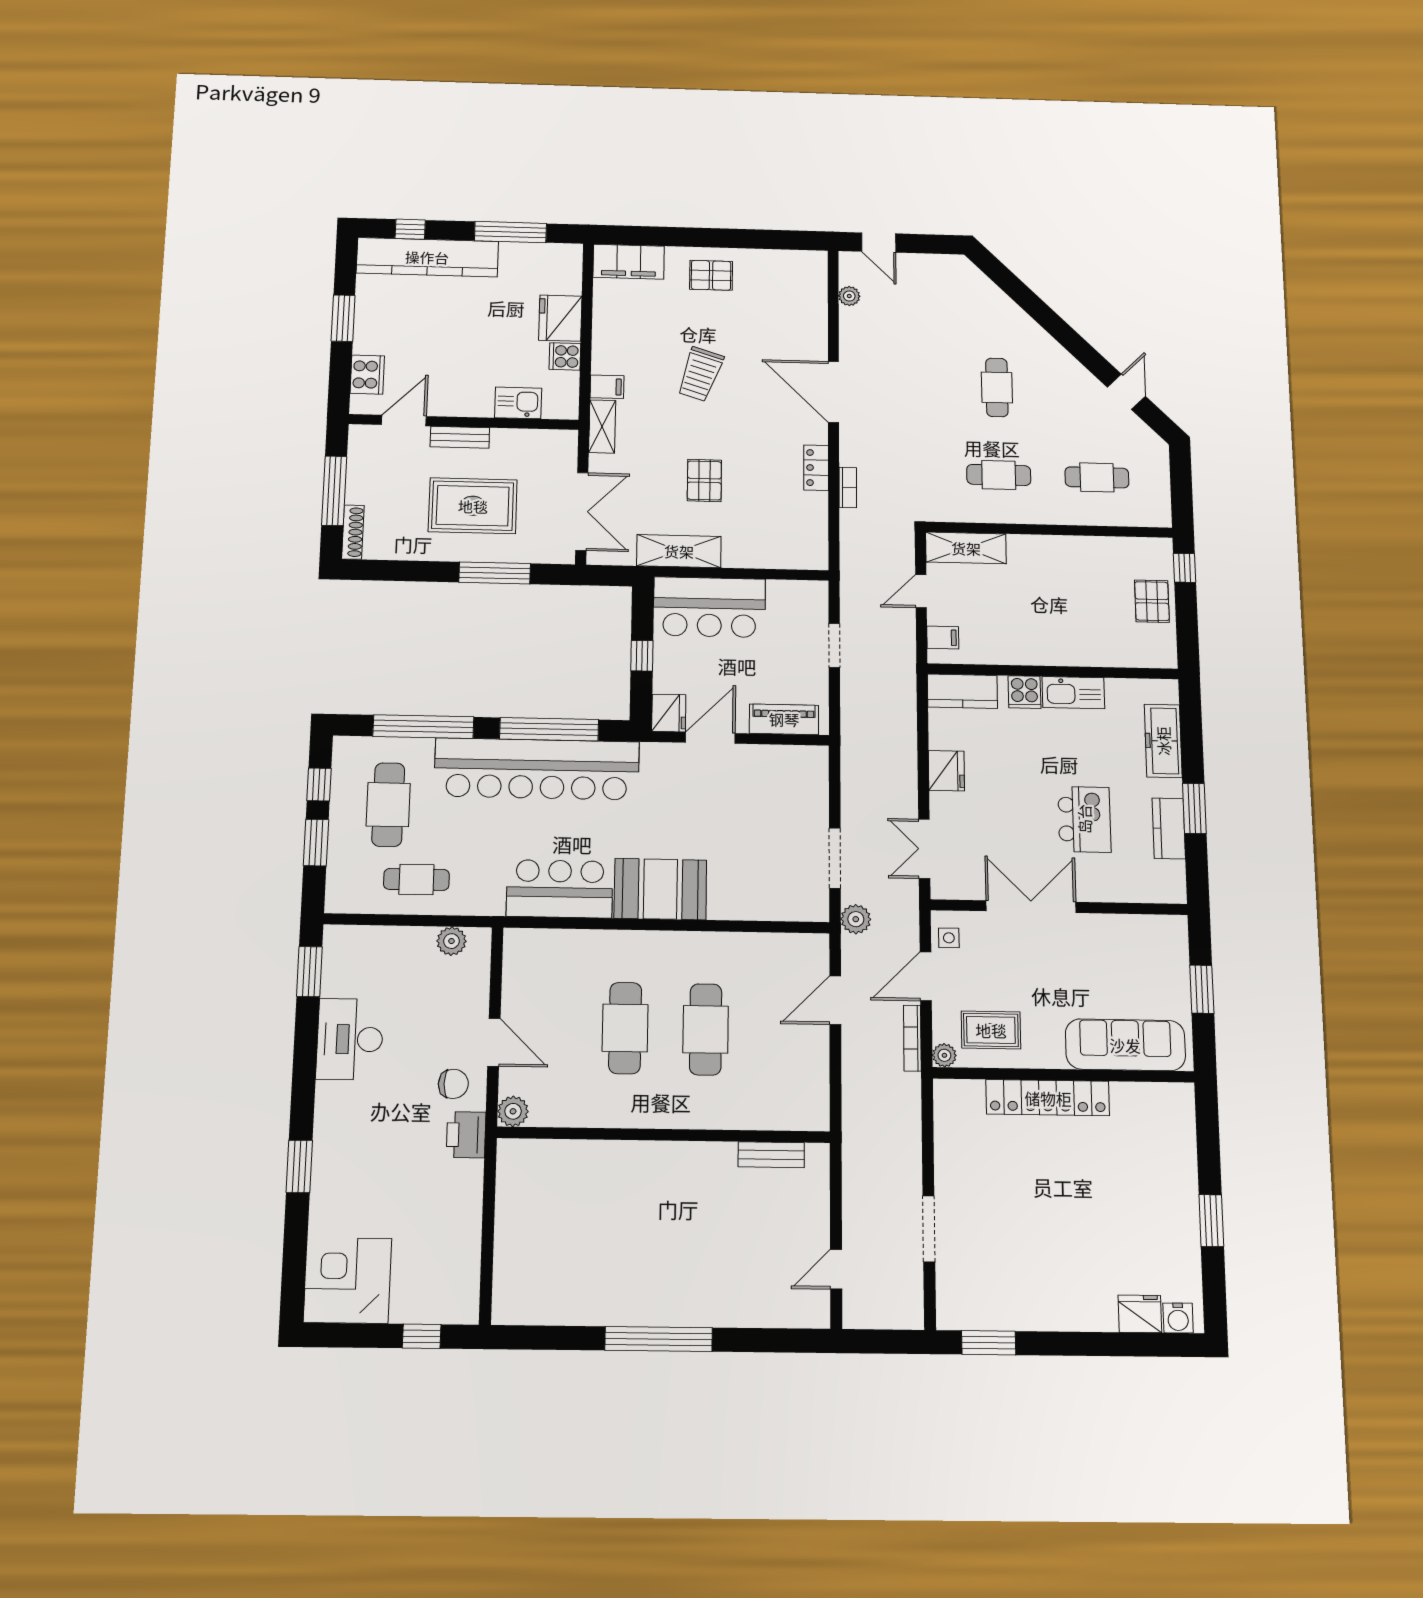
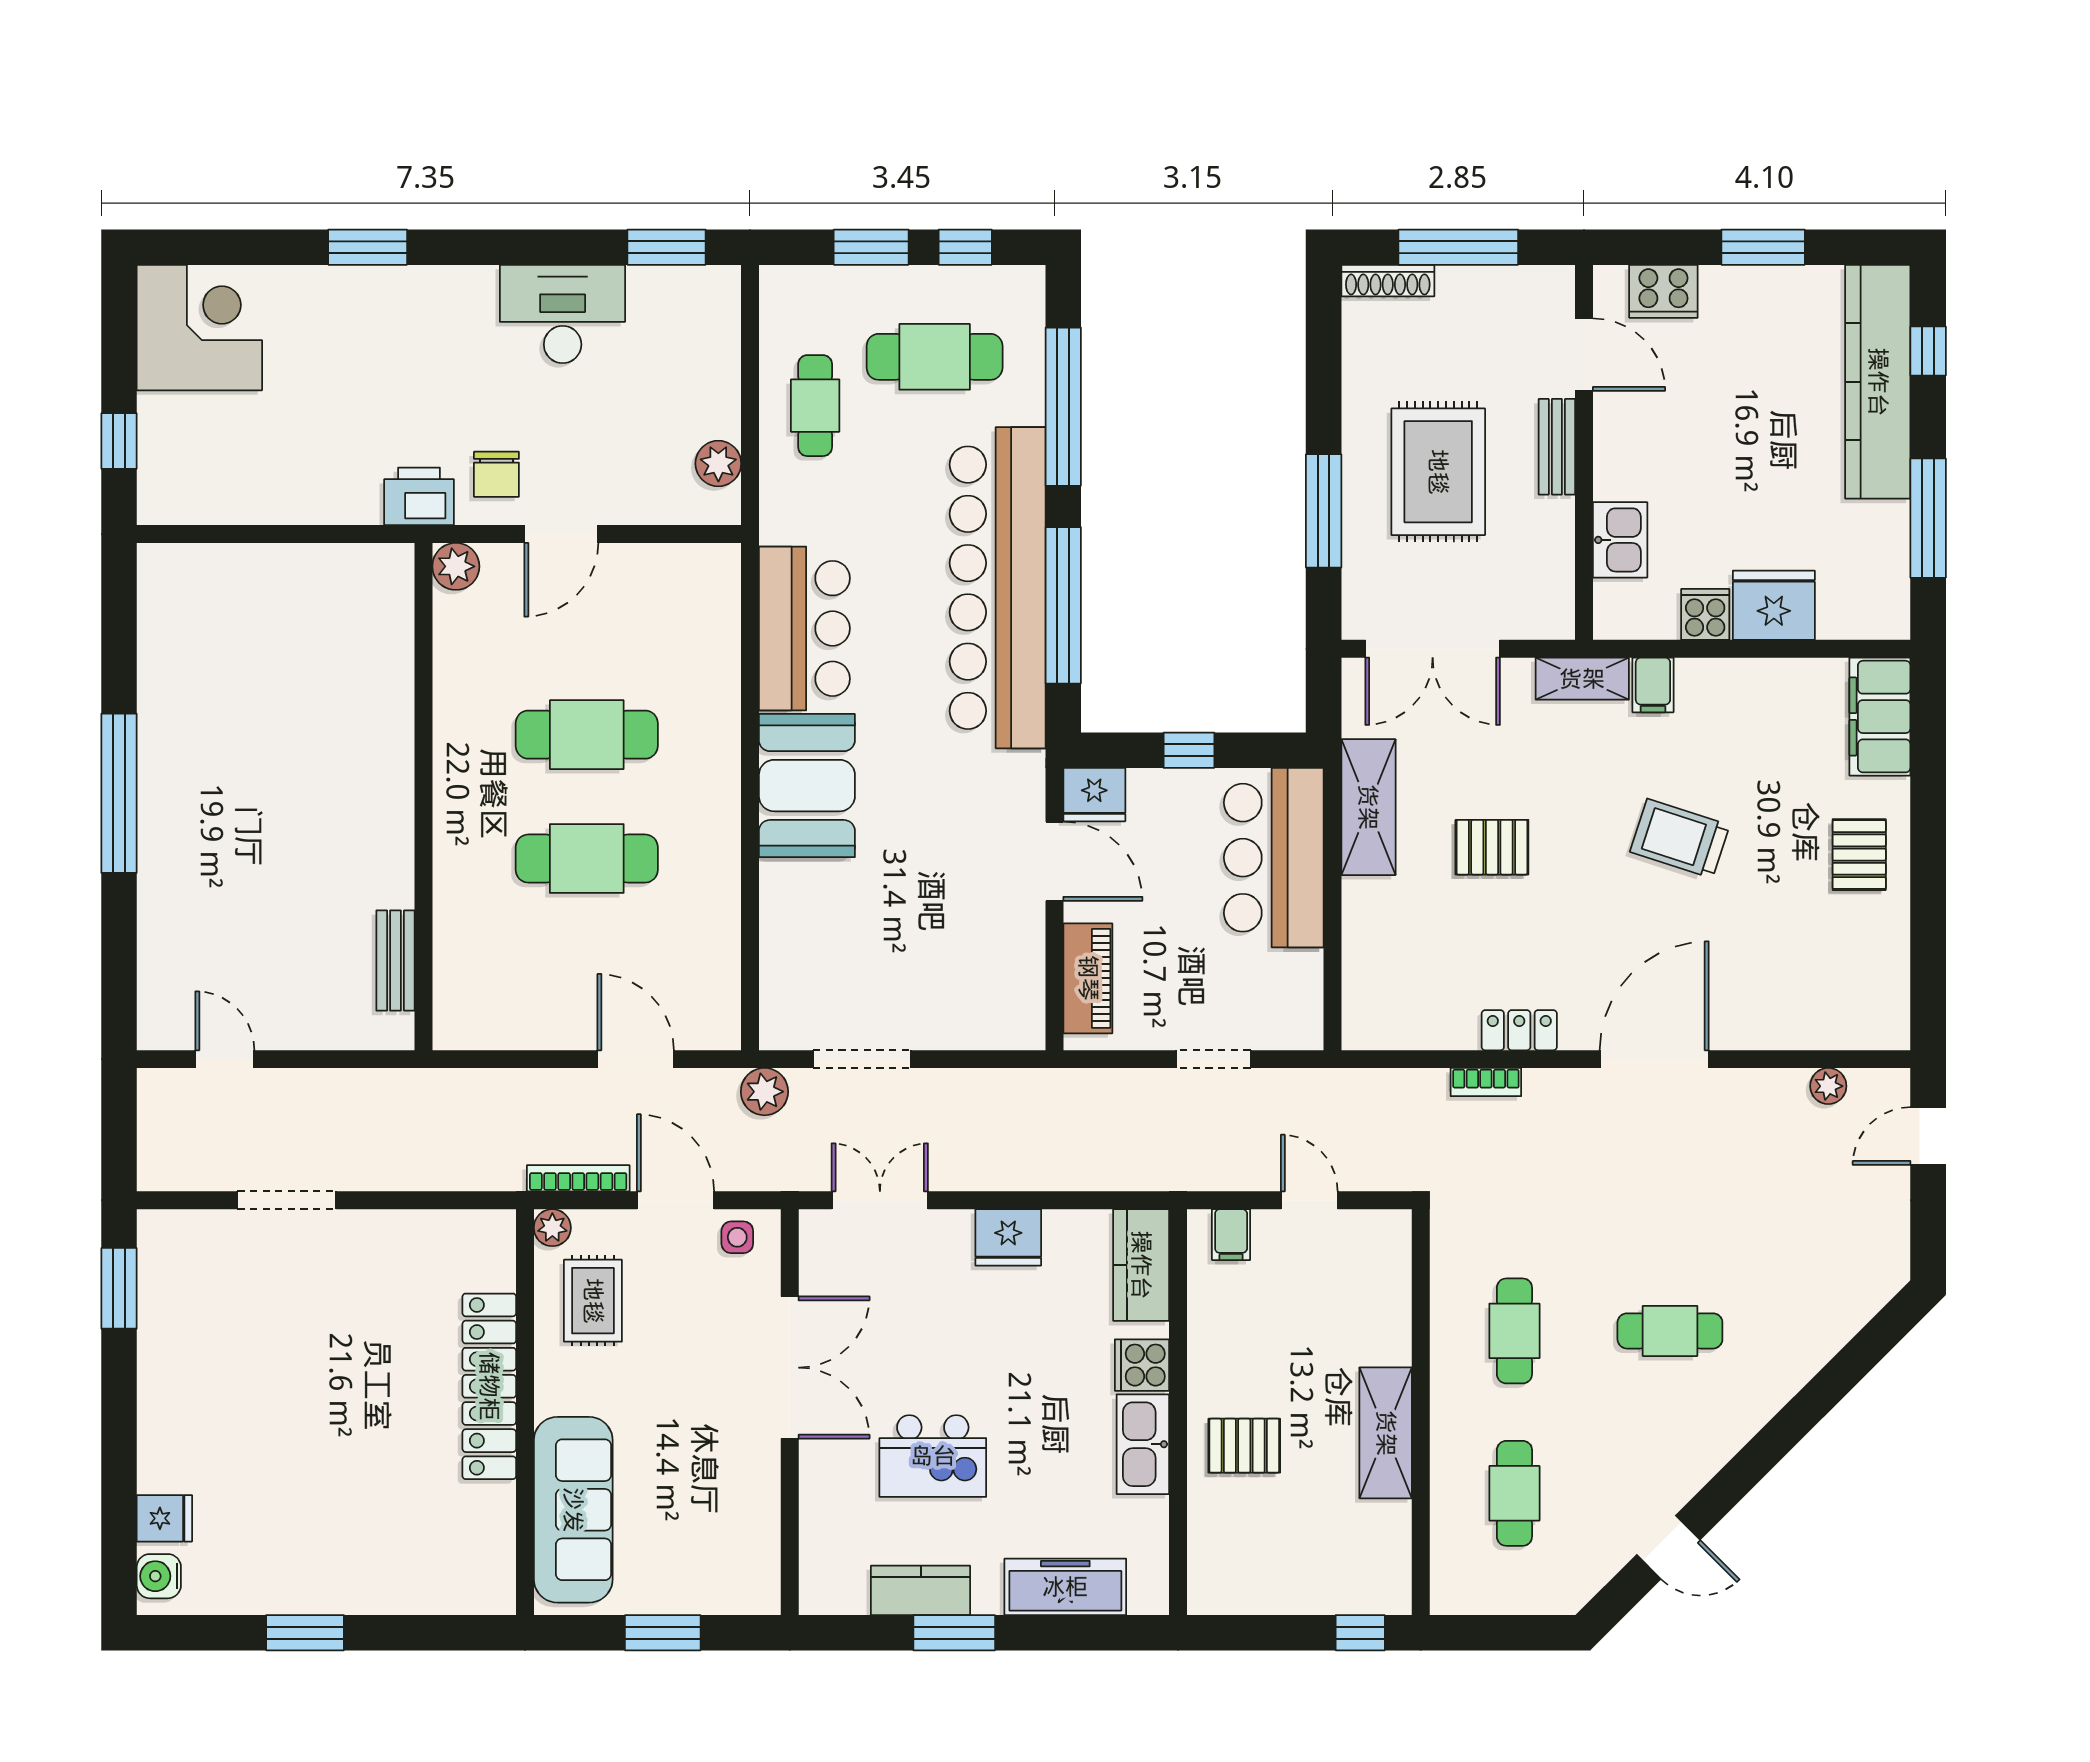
shelving: (966, 548) -> (1386, 1433), moved
pallet: (1152, 601) -> (1244, 1446), moved
fridge: (1140, 1314) -> (164, 1518), width x0.72

